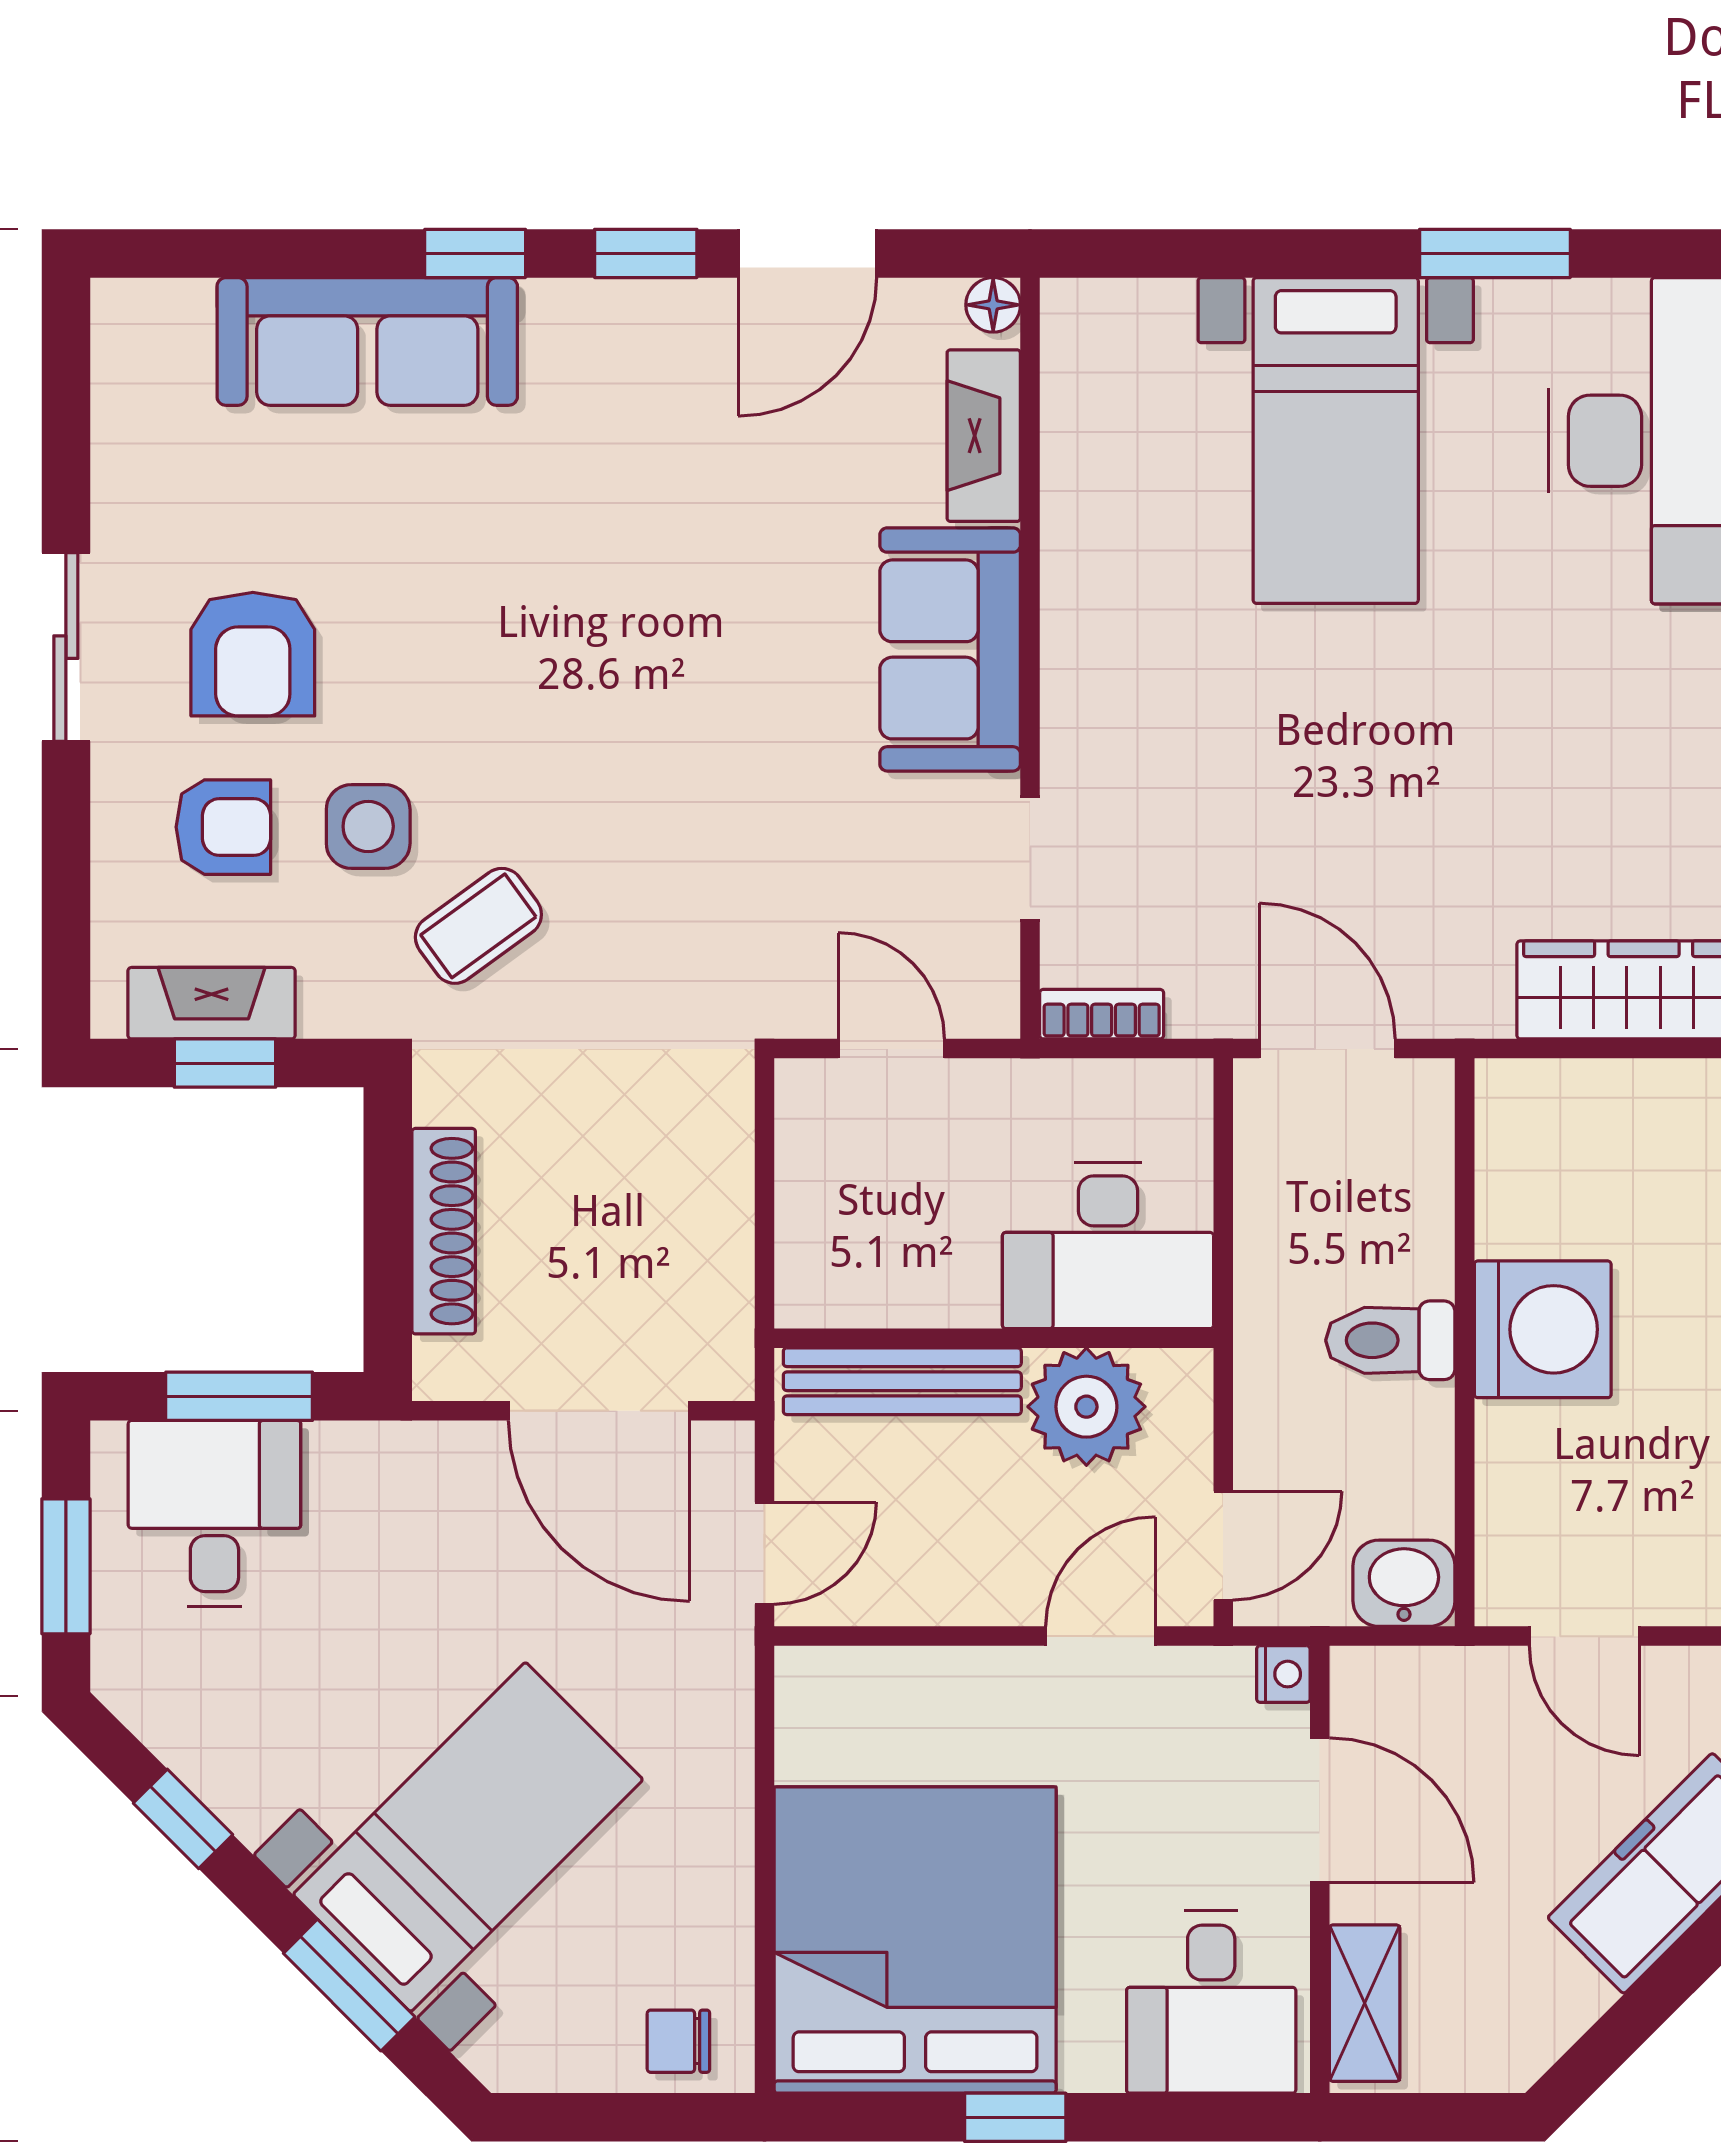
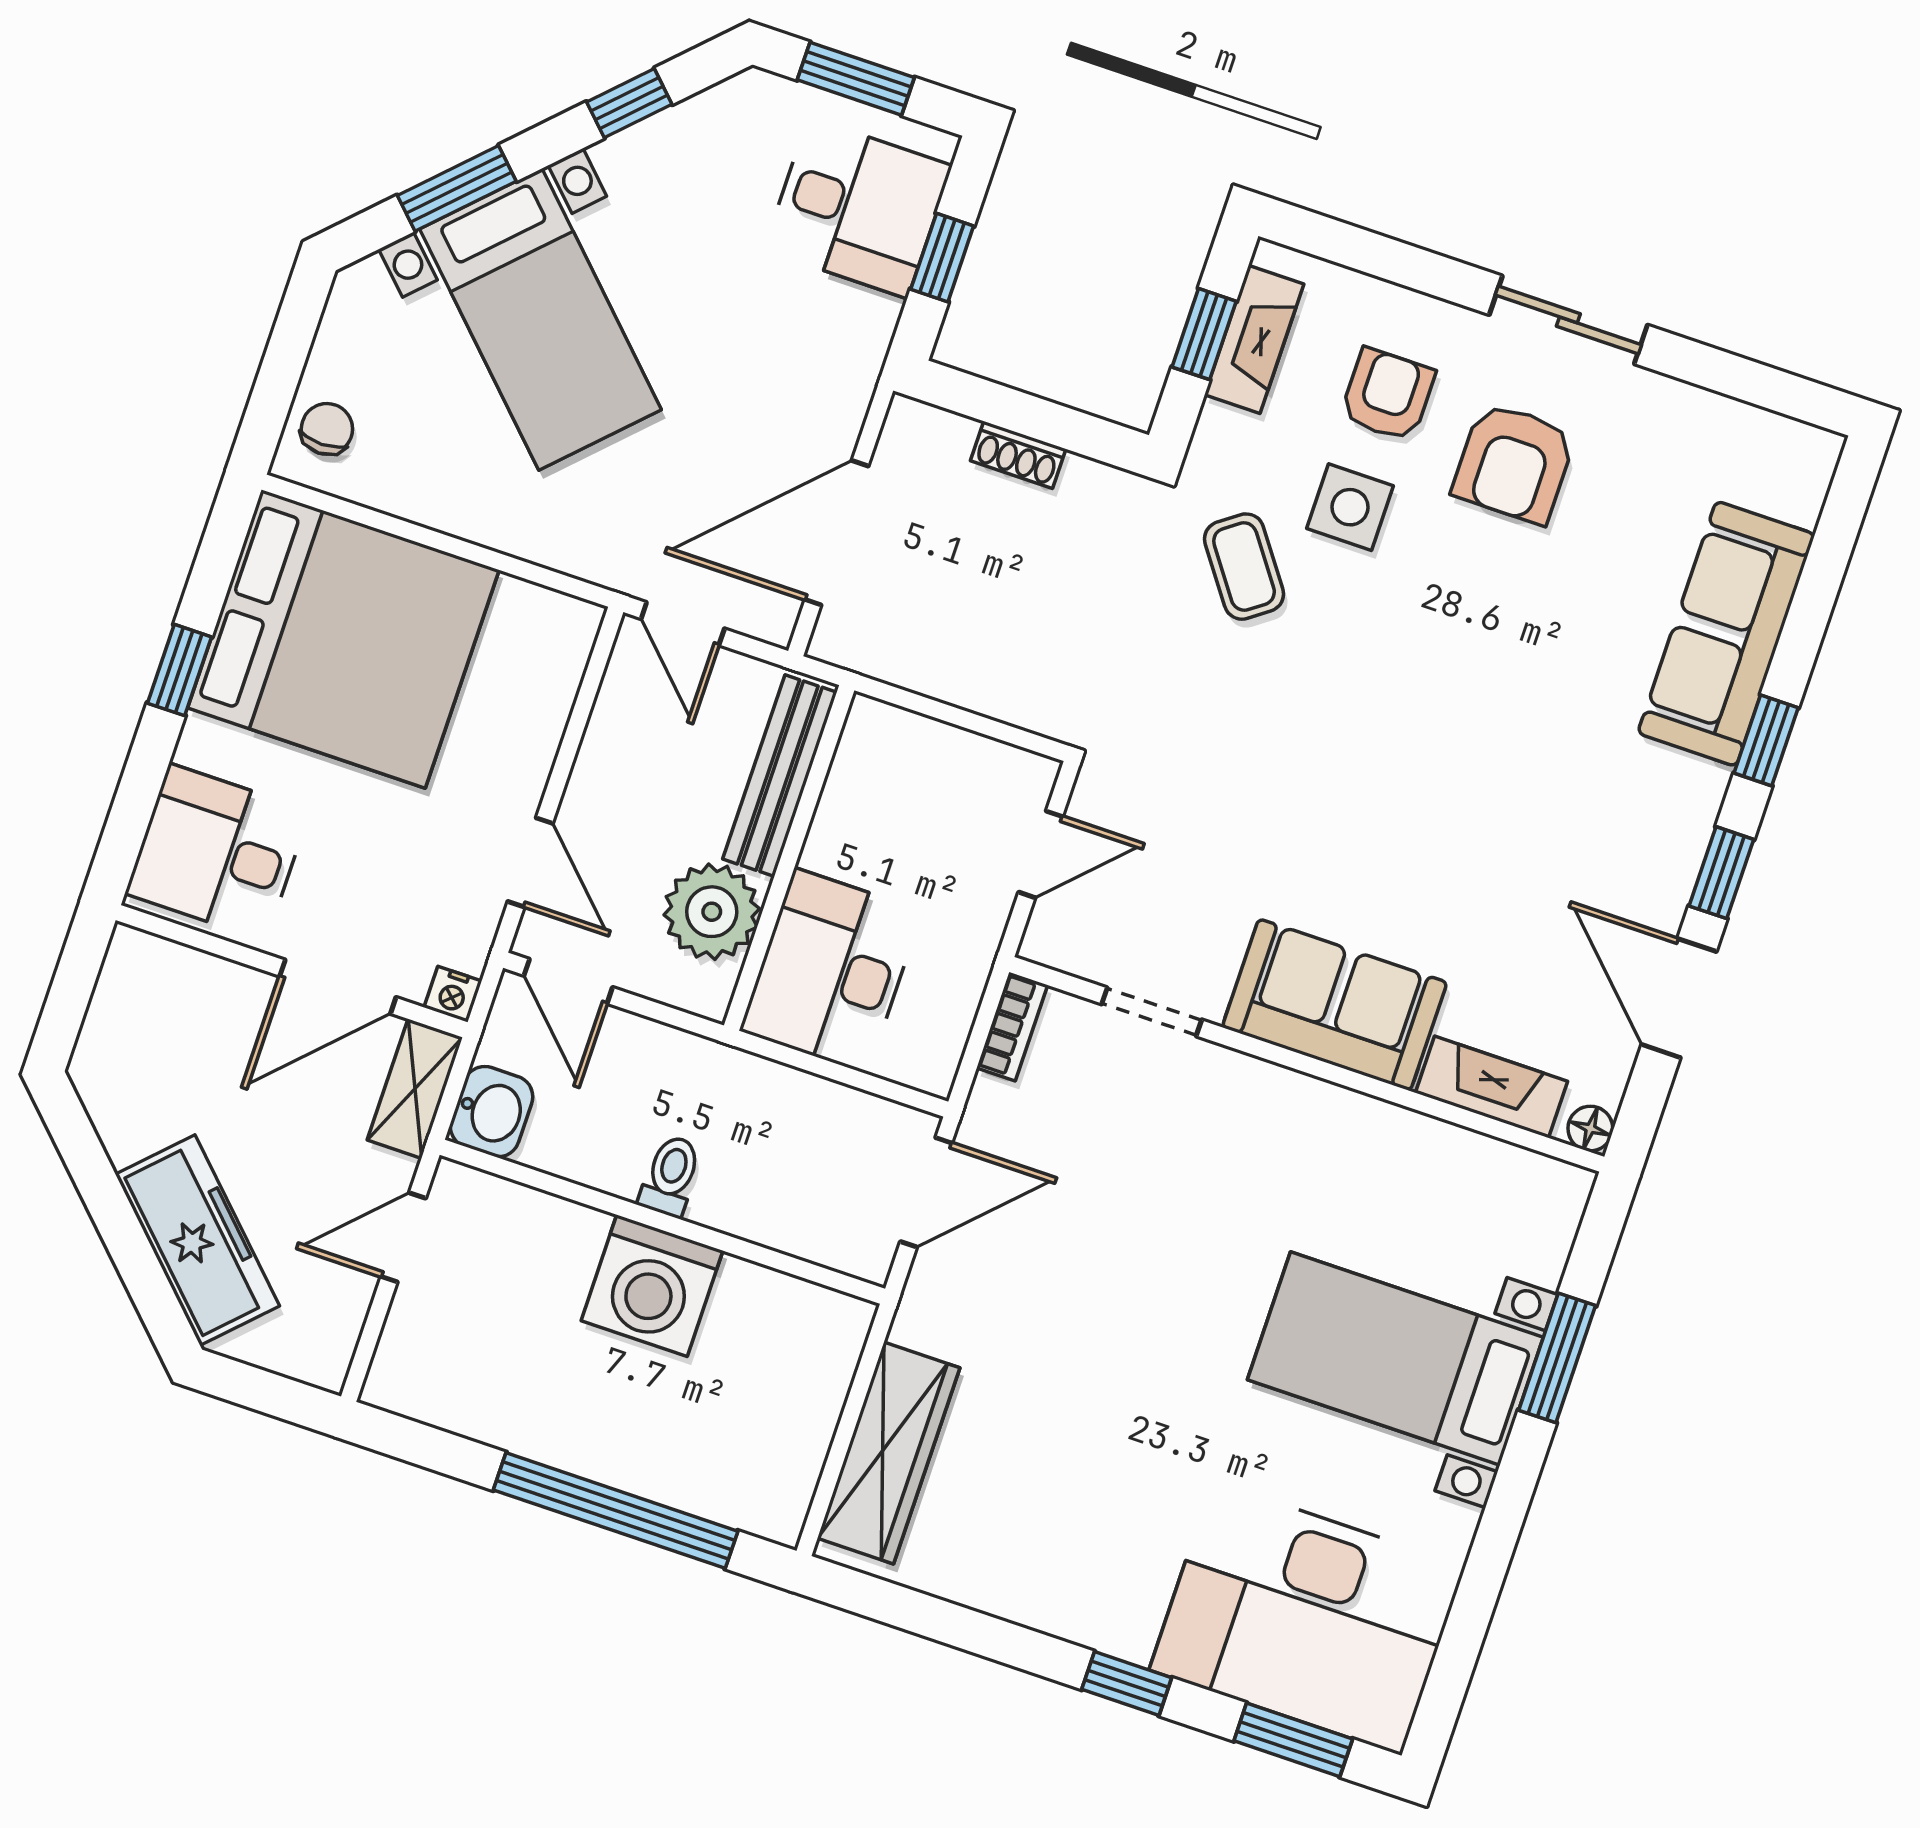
window: (1495, 253) -> (1557, 1358), moved
armchair: (253, 654) -> (1514, 463), turned -90
armchair: (223, 827) -> (1388, 395), turned 180
shoe rack: (444, 1231) -> (1018, 455), width x0.51, depth x0.81
toilet: (1390, 1340) -> (670, 1176), width x0.73, depth x0.72
window: (239, 1396) -> (942, 258), width x0.67
shelving: (1365, 2003) -> (415, 1089), moved, turned 90

